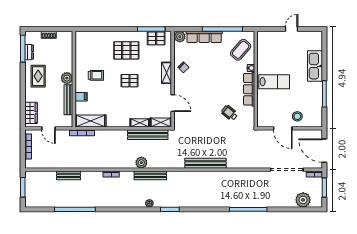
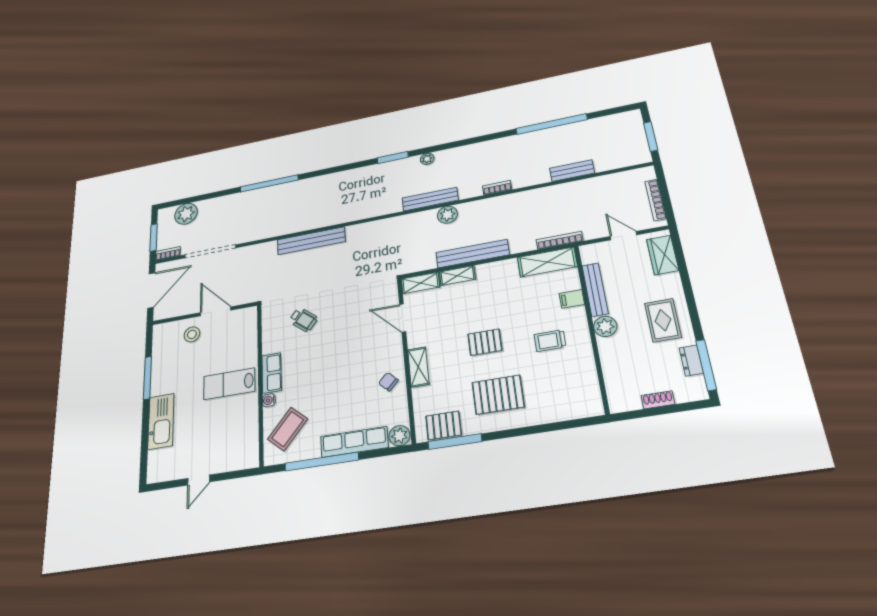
row of seats: (249, 89) -> (272, 373), width x0.68
bench: (148, 135) -> (472, 254), moved
door: (324, 151) -> (151, 290), hinge flipped
bench: (206, 163) -> (311, 241), moved

